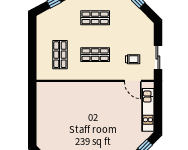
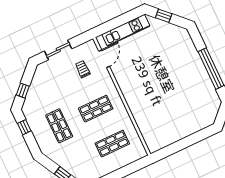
shop shelf: (95, 55) -> (96, 109), turned 90
sliding door: (158, 58) -> (58, 50), moved

